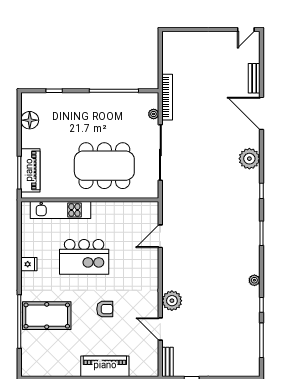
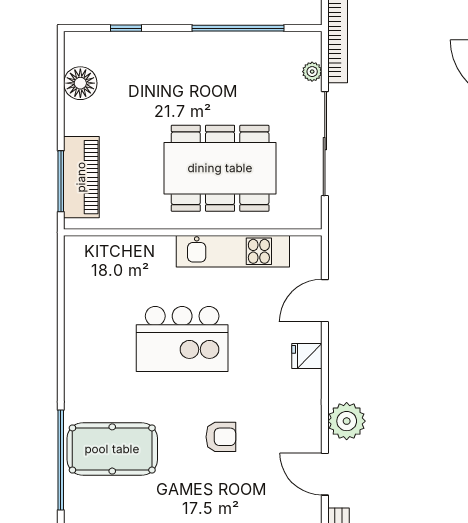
kitchen unit: (61, 210) -> (233, 251), moved
fridge: (29, 264) -> (307, 356), moved, turned 180

